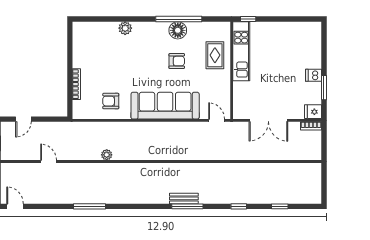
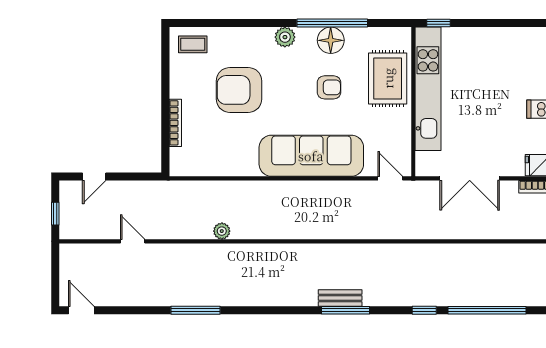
plant: (125, 28) -> (285, 37), moved
coffee table: (88, 33) -> (193, 44), added
kitchen unit: (241, 51) -> (428, 89), width x1.36
rug: (215, 55) -> (388, 78), width x1.36, depth x1.43
armchair: (111, 101) -> (239, 90), moved, width x1.88, depth x1.88
window: (280, 206) -> (487, 310), width x3.17

